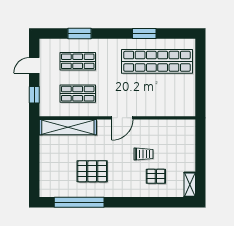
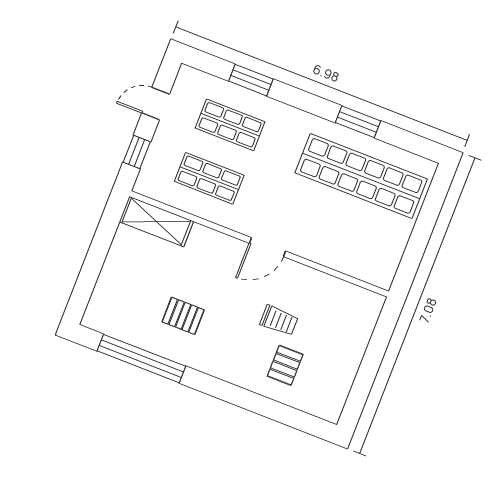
shelving: (68, 127) -> (156, 222), width x0.68
pallet: (92, 171) -> (183, 316), width x0.67, depth x0.71
pallet: (156, 176) -> (285, 365), turned 90
shelving: (190, 185) -> (336, 401), removed

